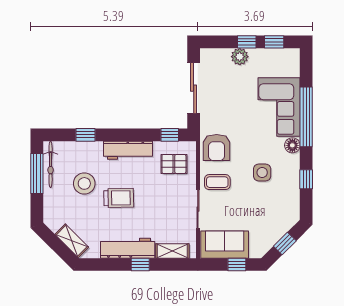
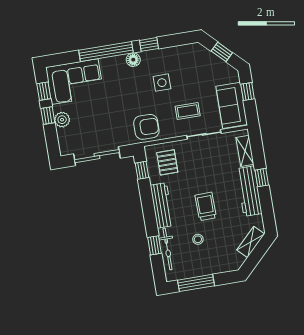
corner sofa: (279, 107) -> (75, 82), moved
bicycle: (51, 164) -> (168, 249), moved, turned 90
window: (306, 179) -> (149, 44), moved
coffee table: (217, 182) -> (188, 111), moved, turned 90
stool: (84, 183) -> (198, 239), width x0.53, depth x0.53

